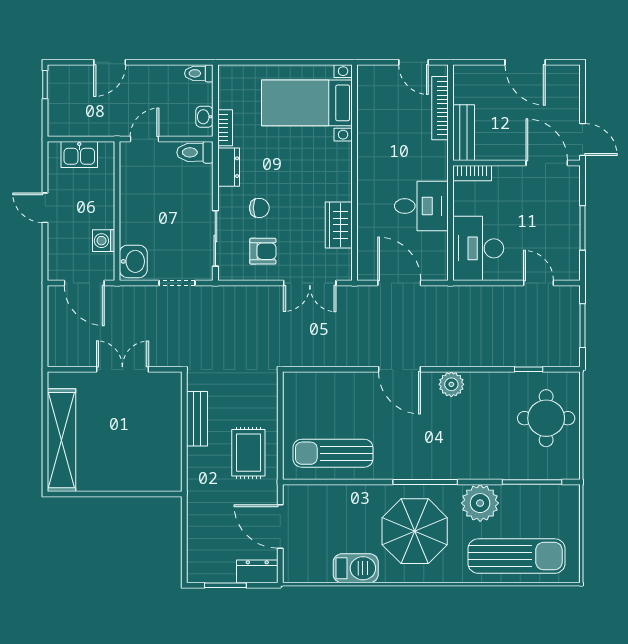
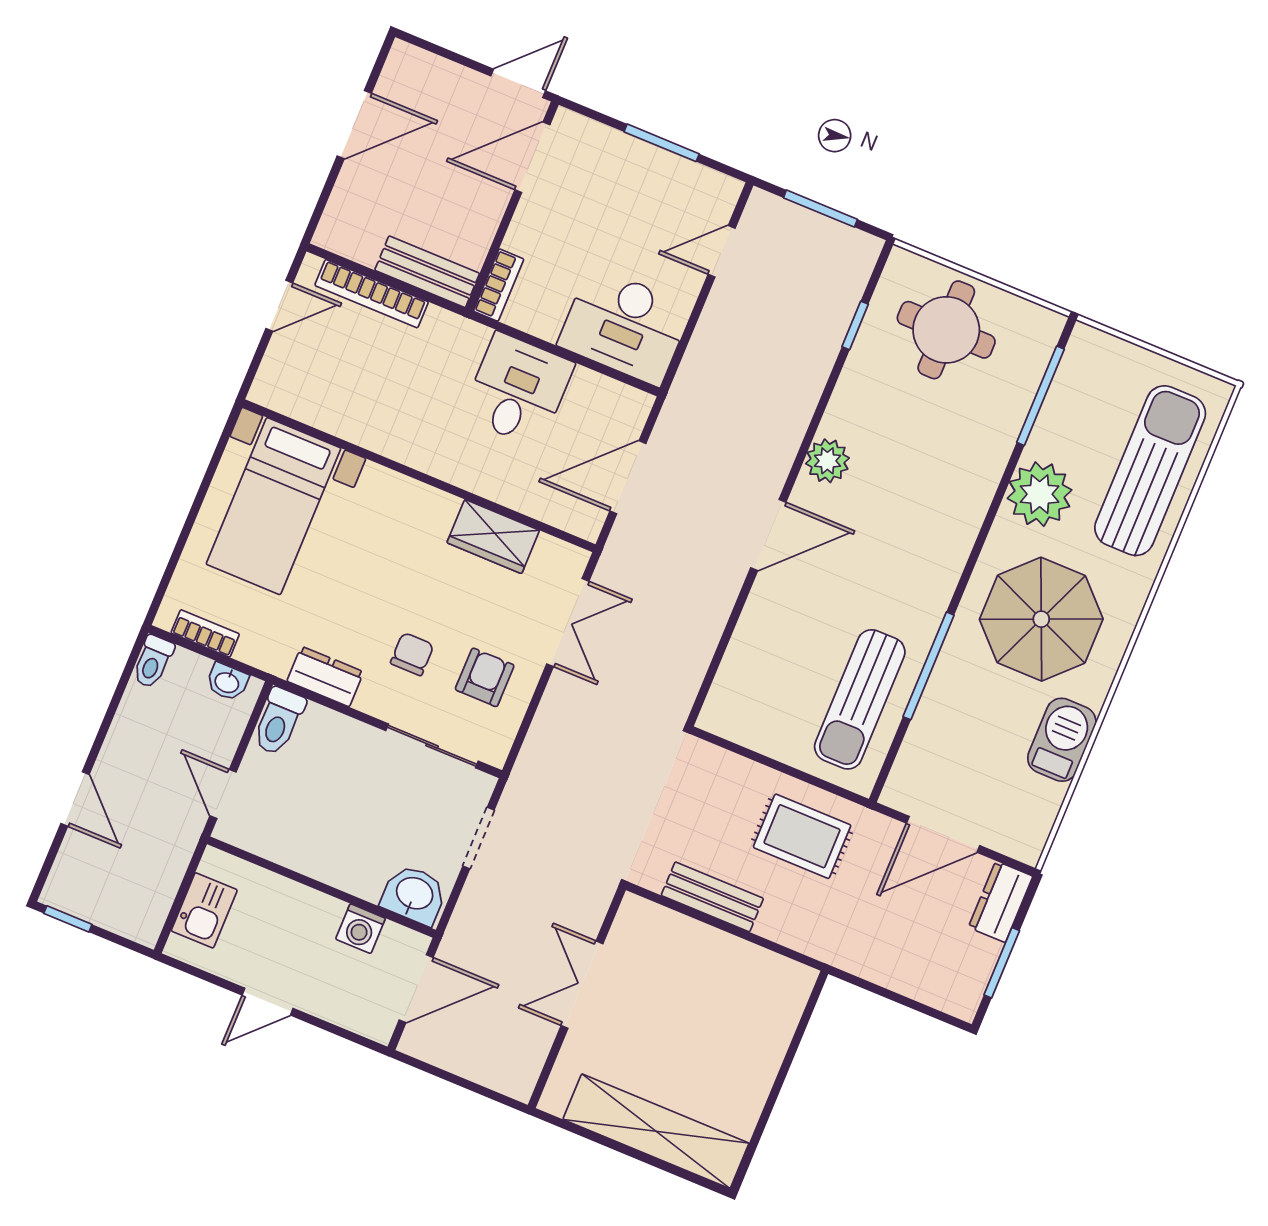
bookcase: (225, 128) -> (205, 633), moved
window: (425, 482) -> (929, 666), moved

